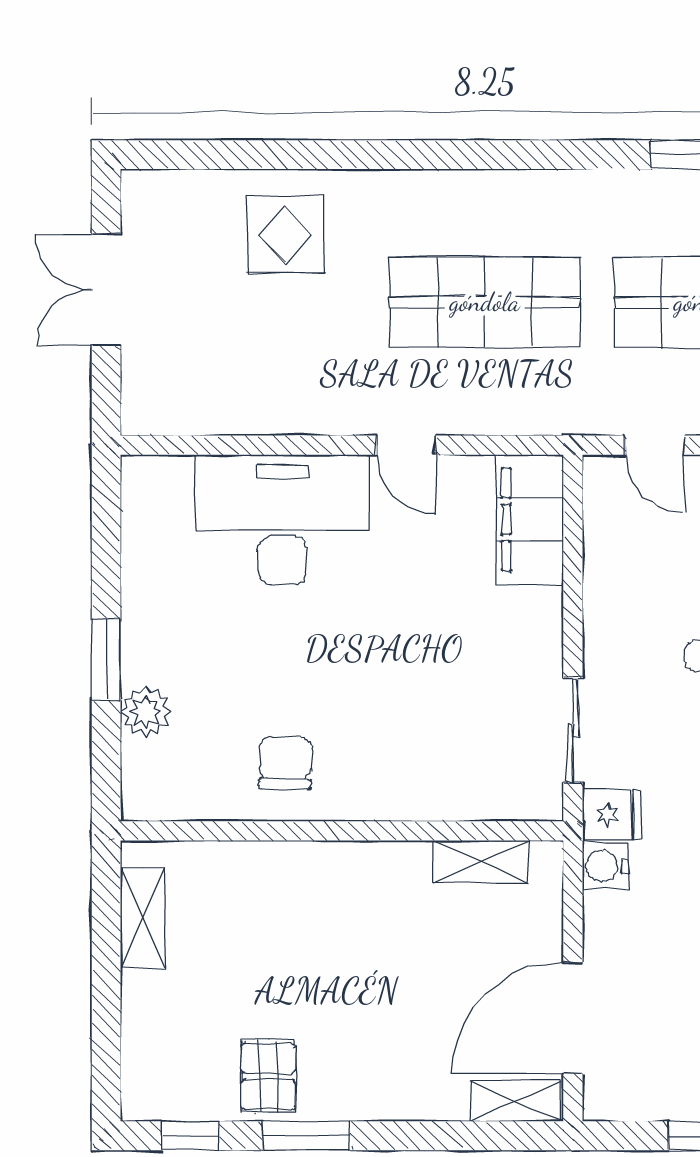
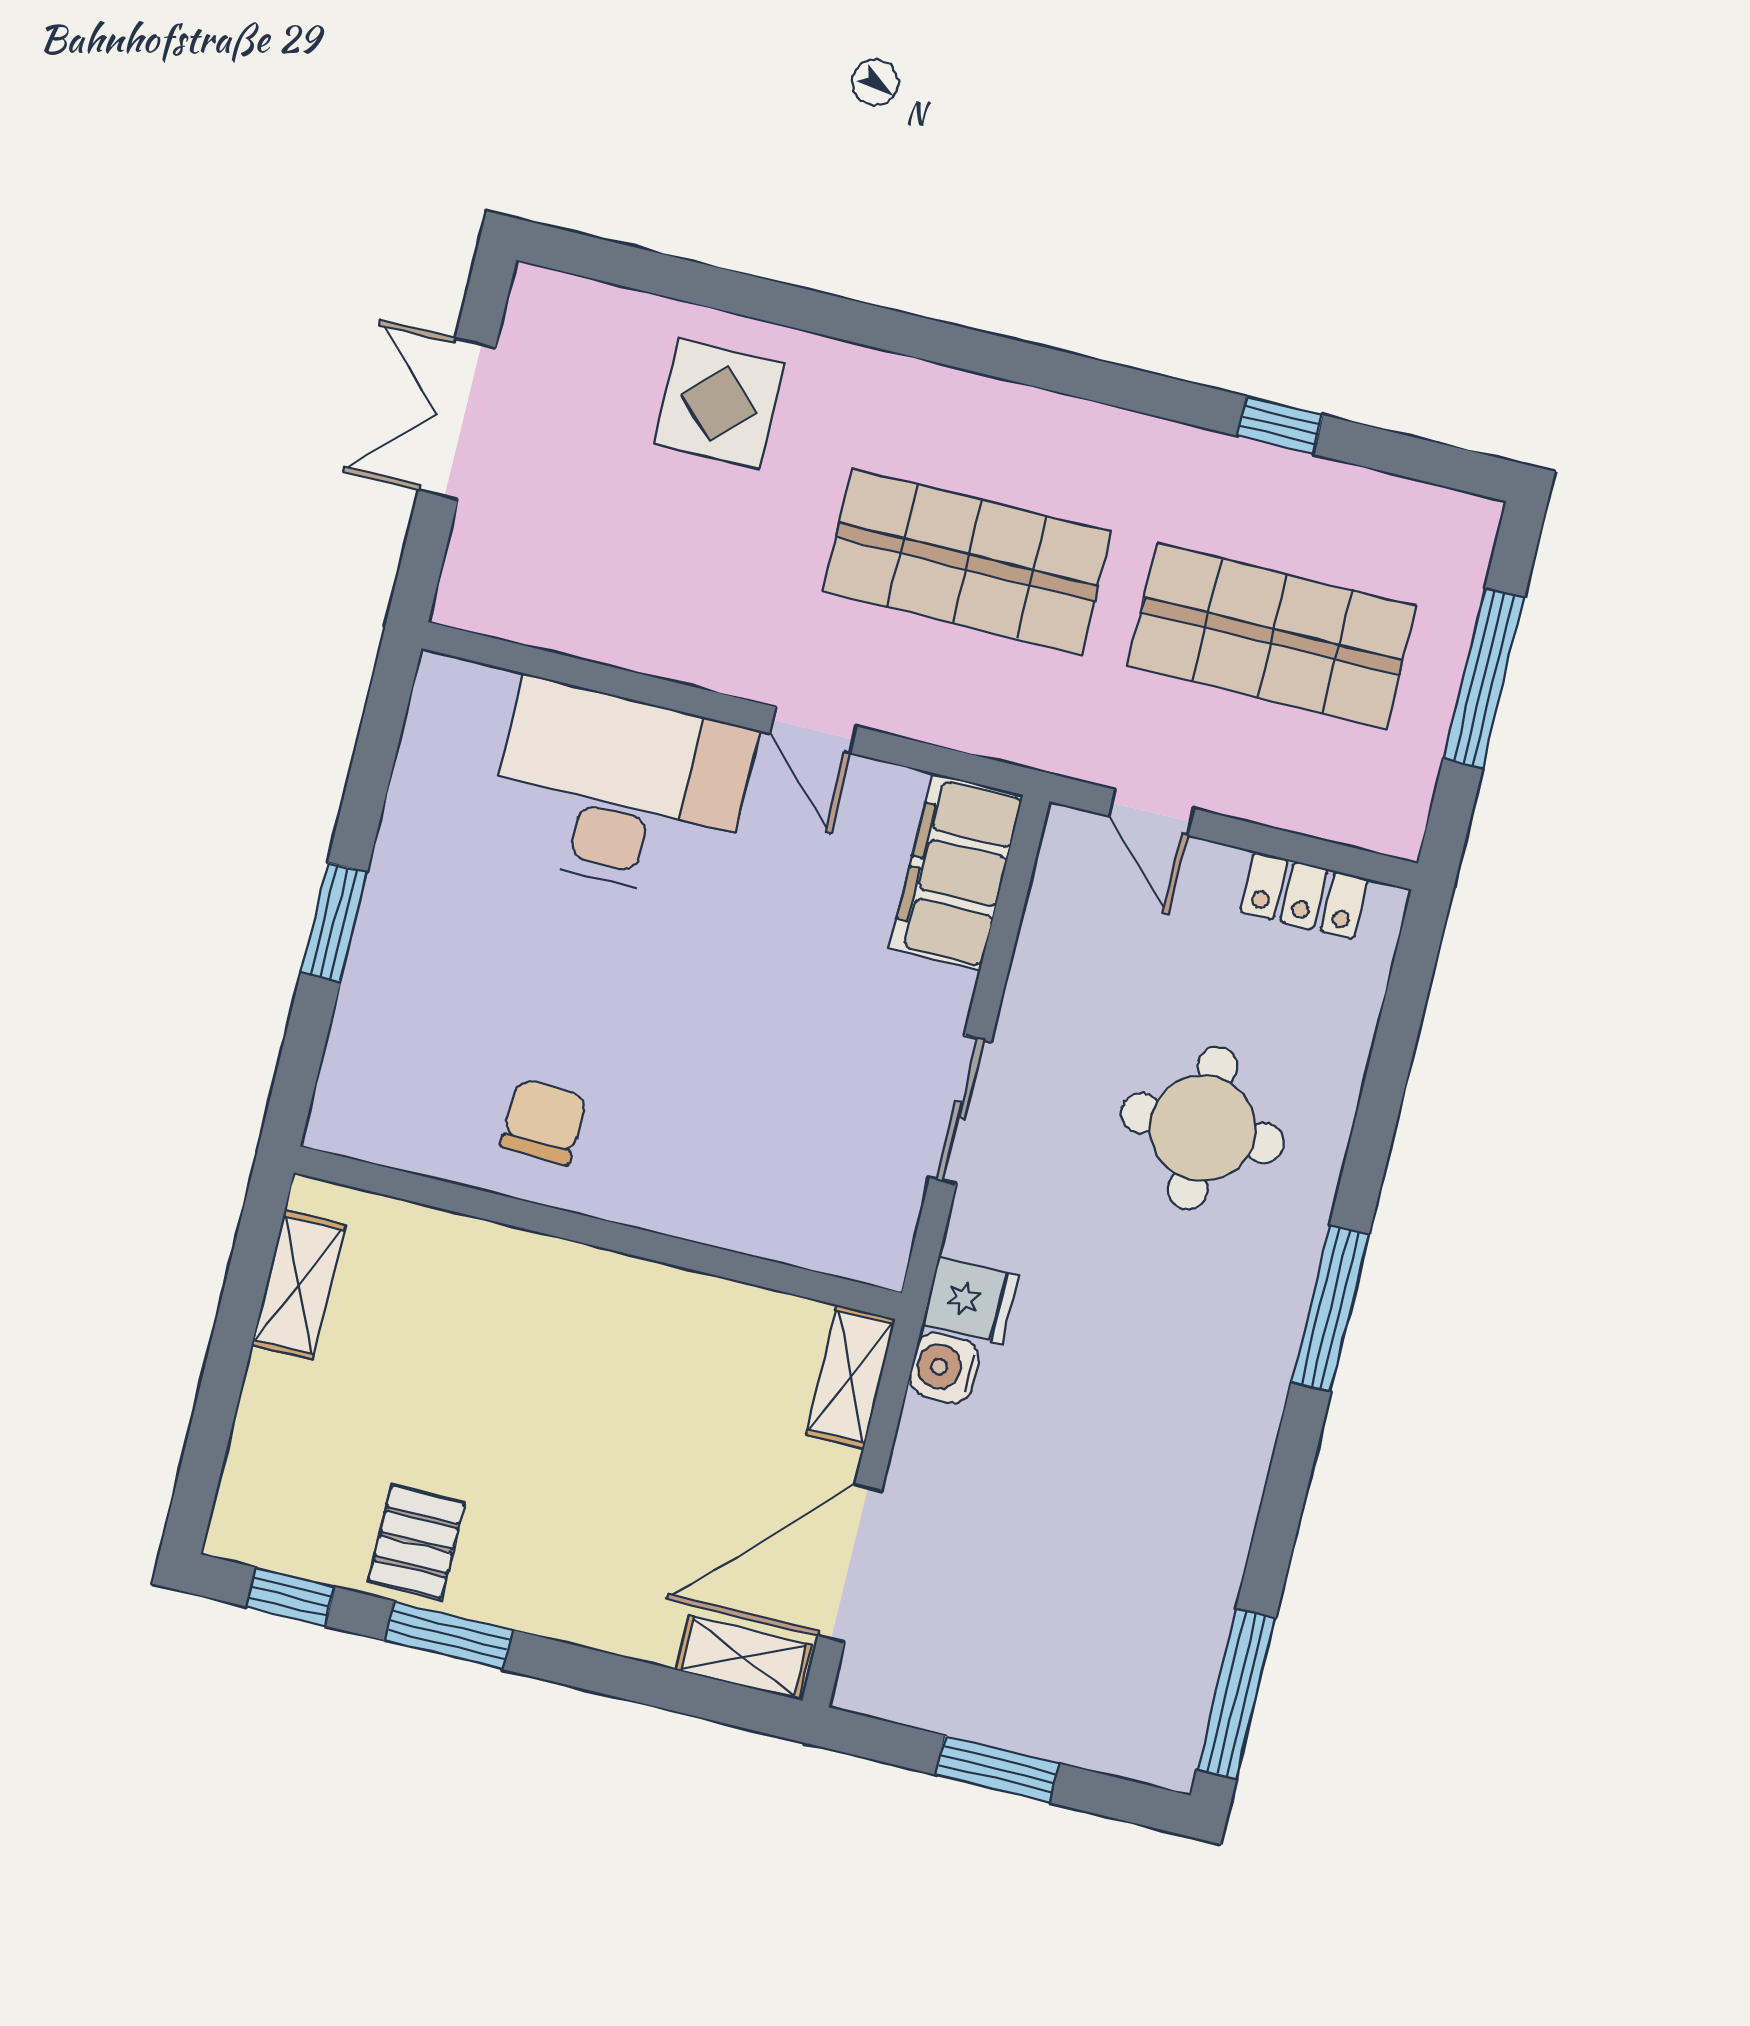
plant: (146, 712) -> (371, 1006), removed
sliding door: (573, 730) -> (960, 1110), moved
shelving: (480, 862) -> (851, 1377), moved, turned 90

